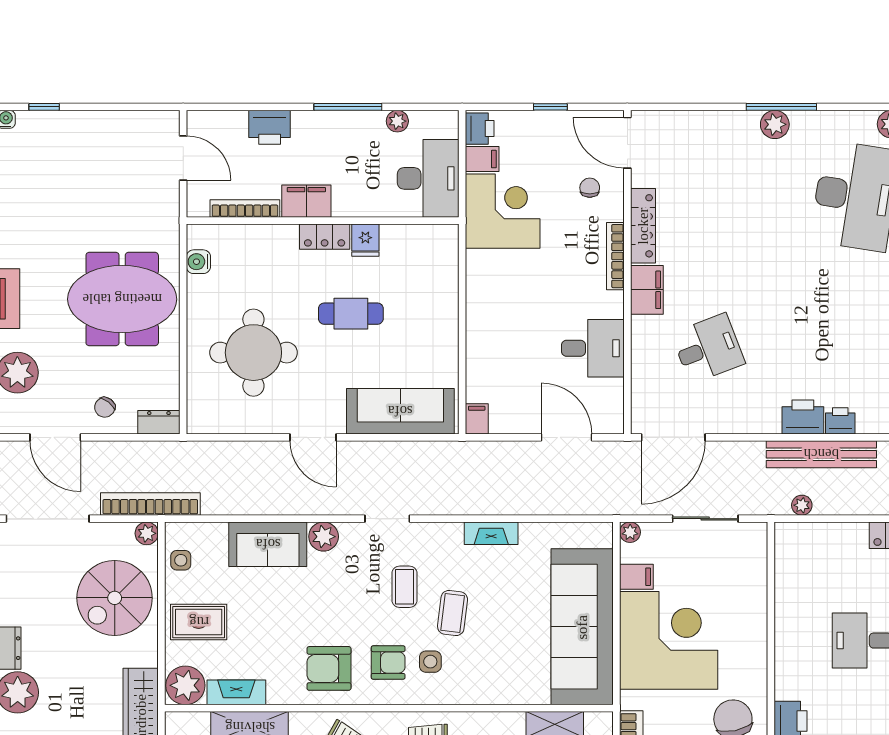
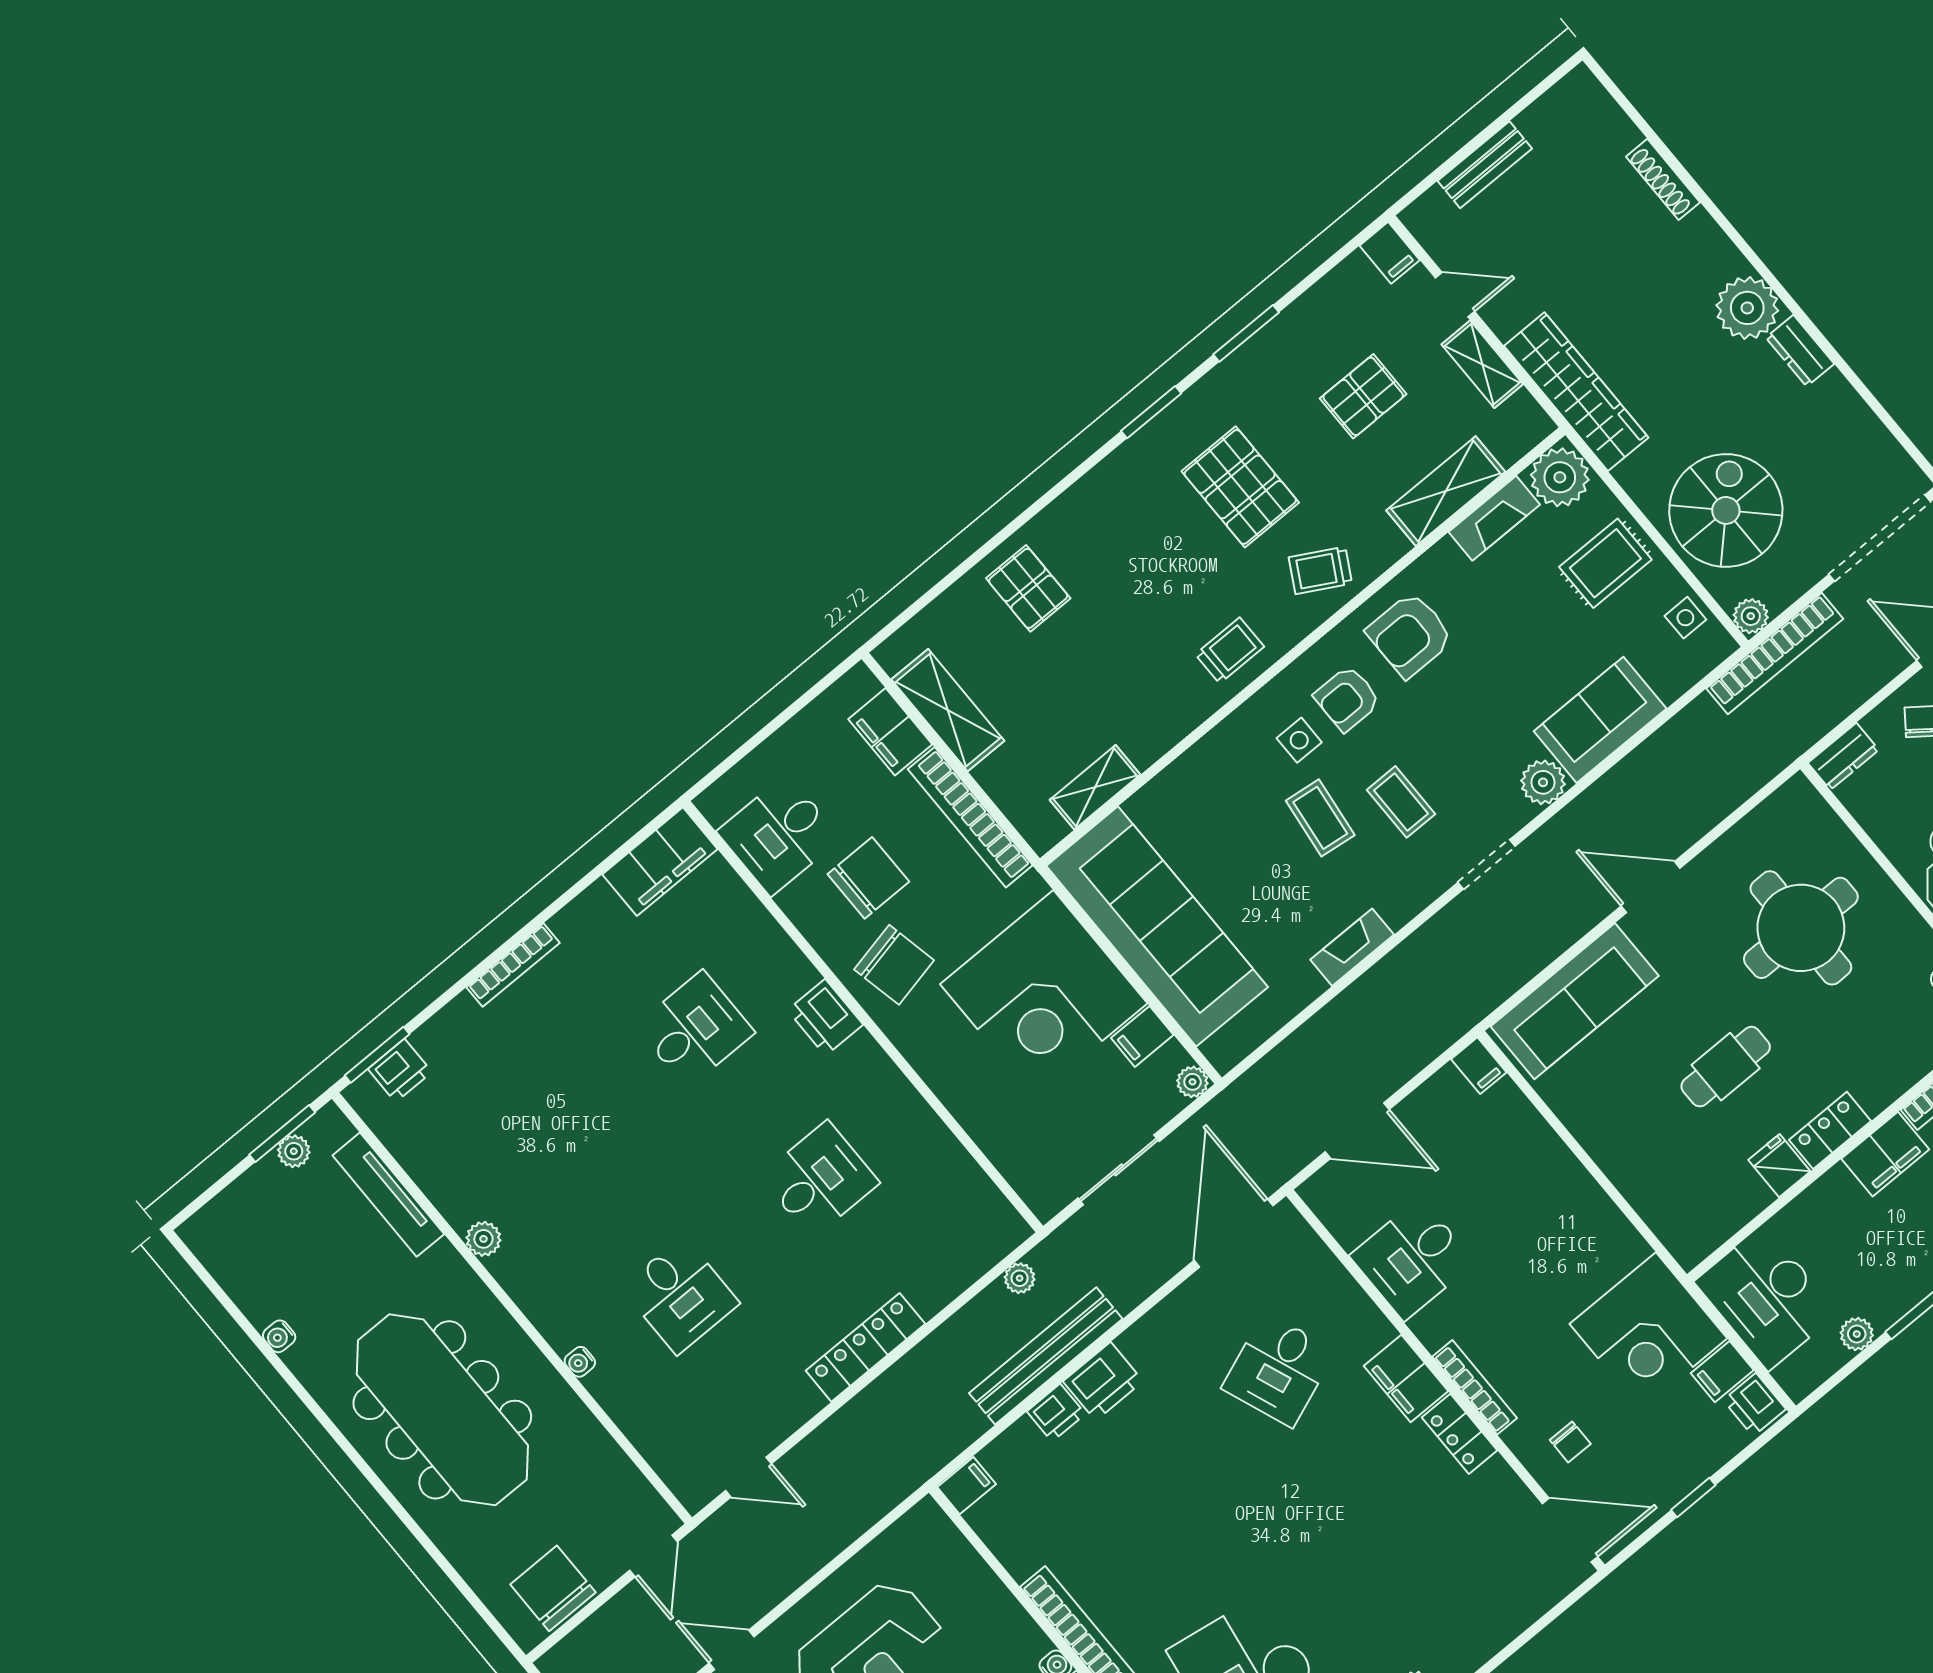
locker: (643, 226) -> (1460, 1434), width x0.66
armchair: (329, 668) -> (1410, 635), turned 180

